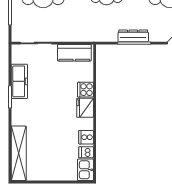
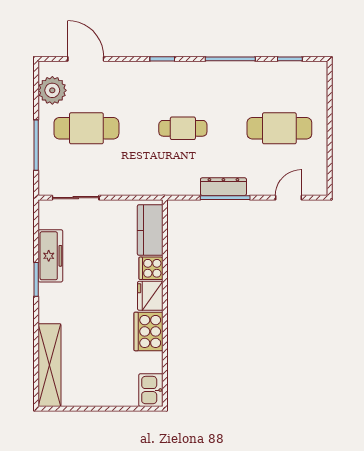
kitchen counter: (74, 53) -> (150, 230), moved, turned 90
cooker: (86, 137) -> (148, 331), width x1.87, depth x1.31
dishwasher: (86, 152) -> (152, 364), removed

